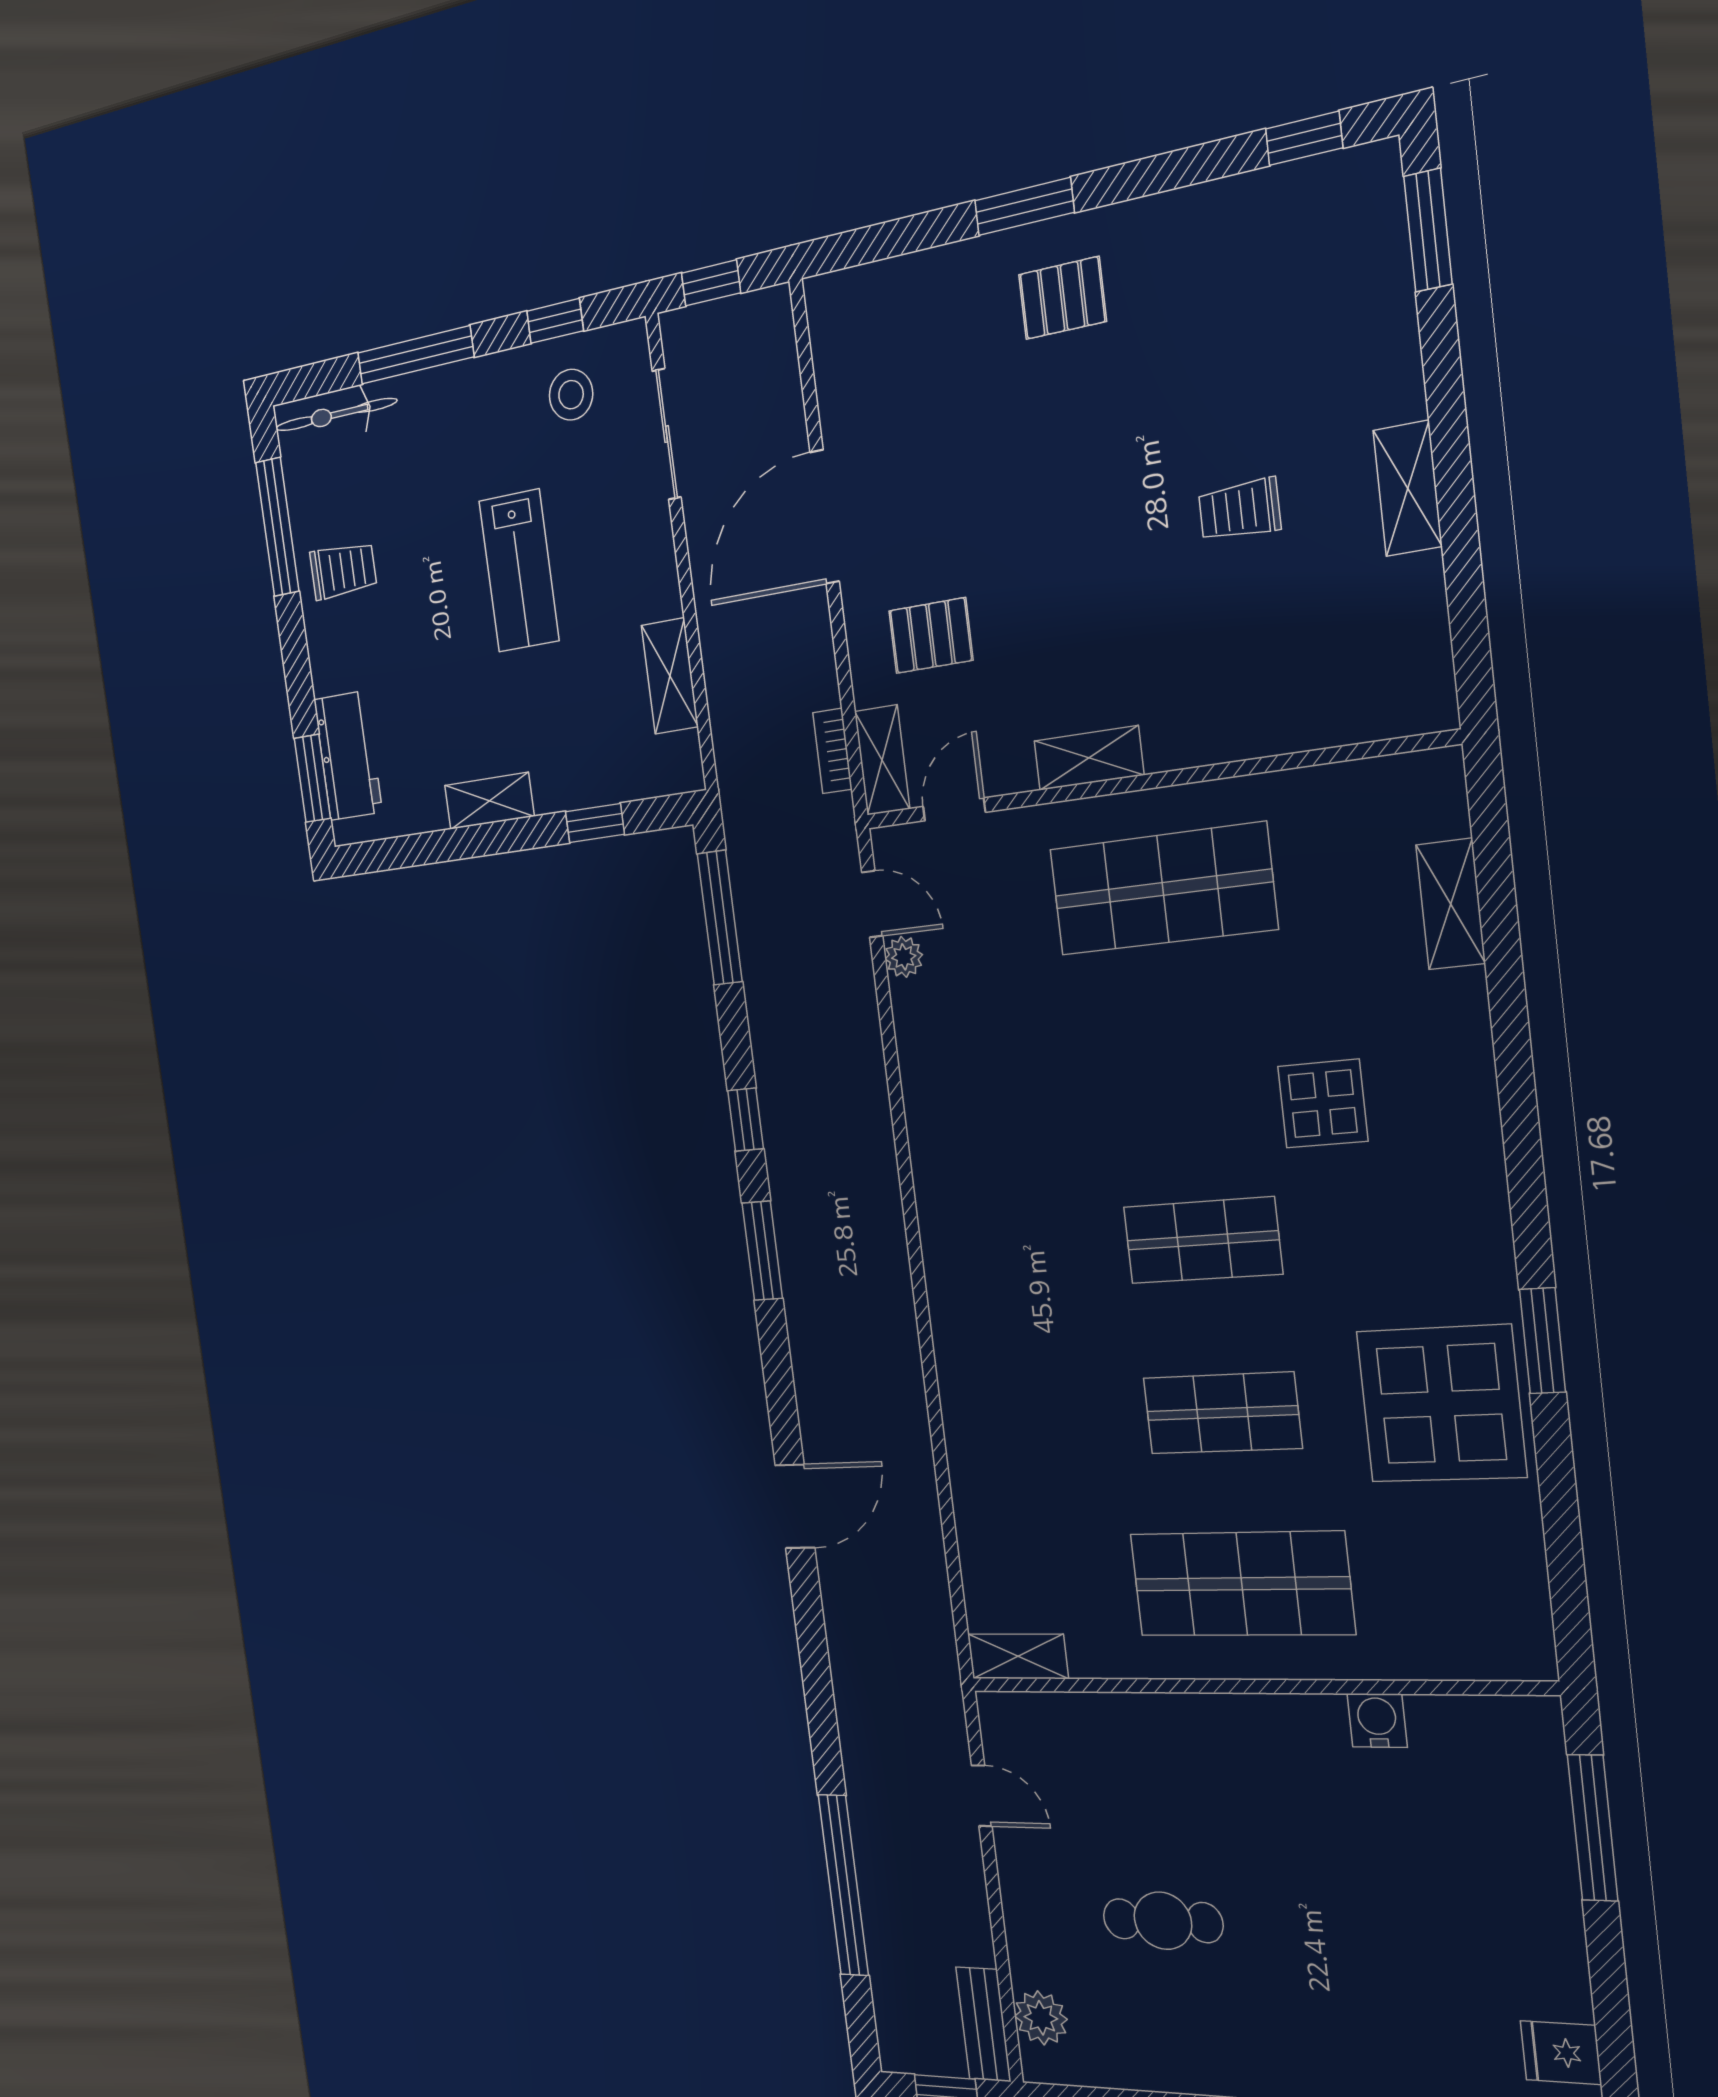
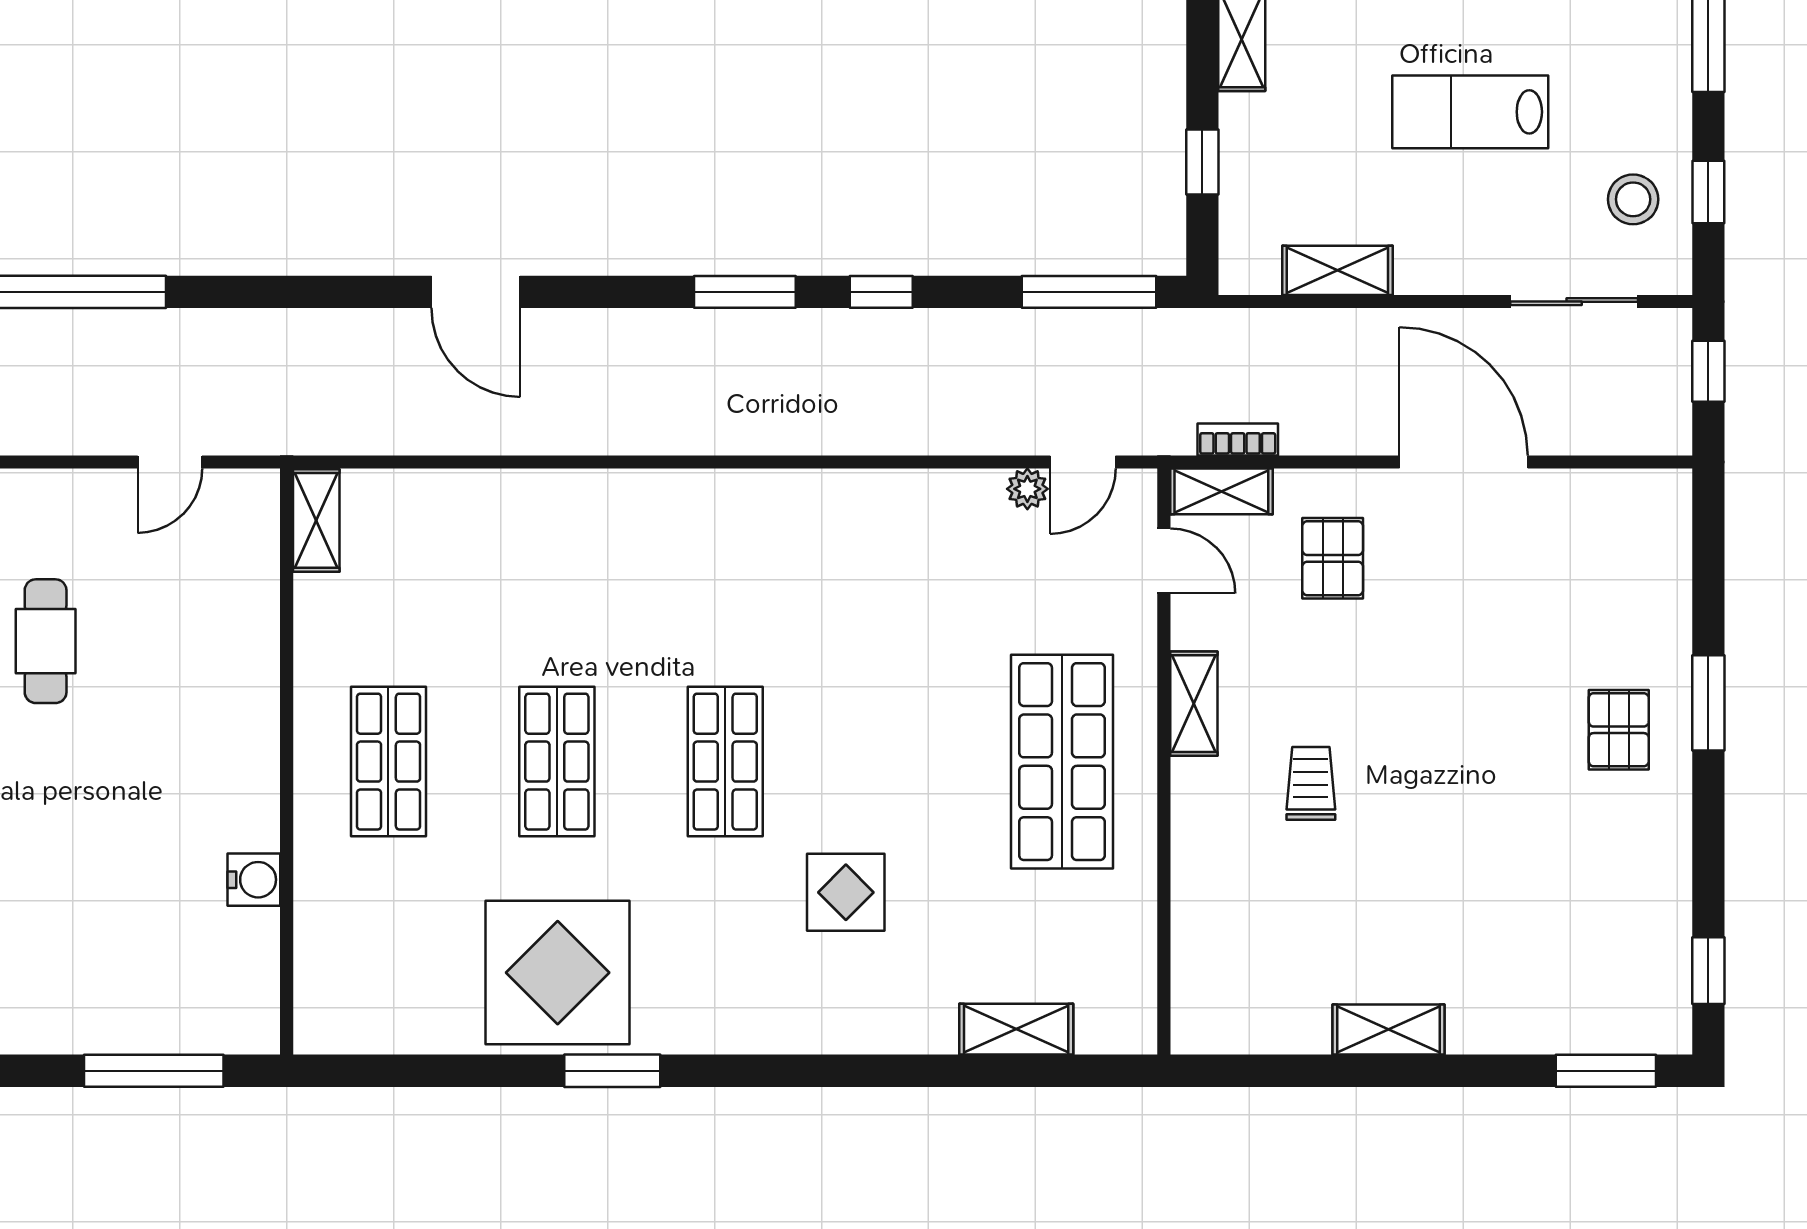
trolley: (1240, 510) -> (1311, 783), moved
shop shelf: (1242, 1584) -> (388, 762), width x0.70, depth x0.74

